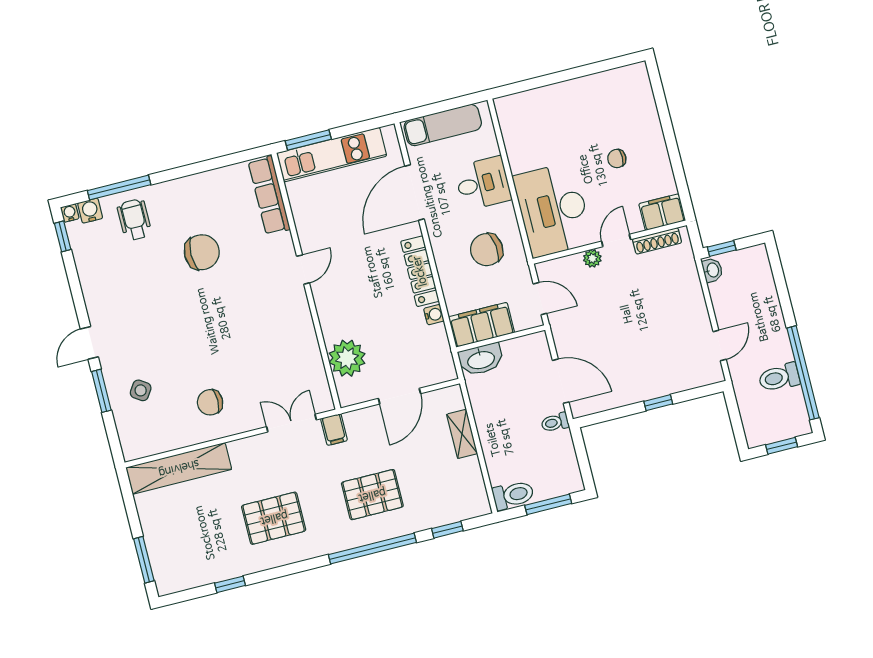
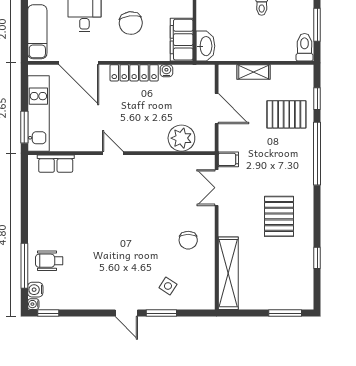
row of seats: (269, 195) -> (56, 164), width x0.68
chair: (202, 252) -> (83, 220), removed
pallet: (372, 495) -> (286, 114), moved, turned 90

